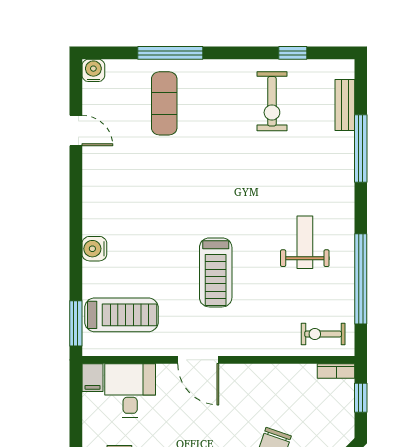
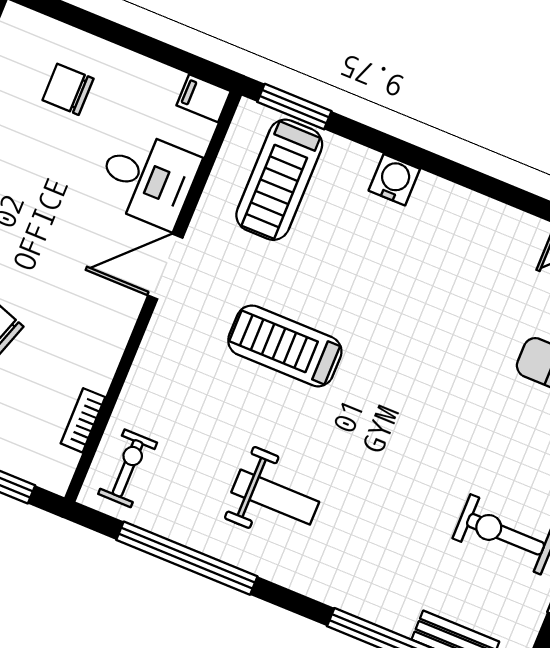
bookcase: (336, 371) -> (83, 420), moved
desk: (130, 391) -> (148, 179), moved

